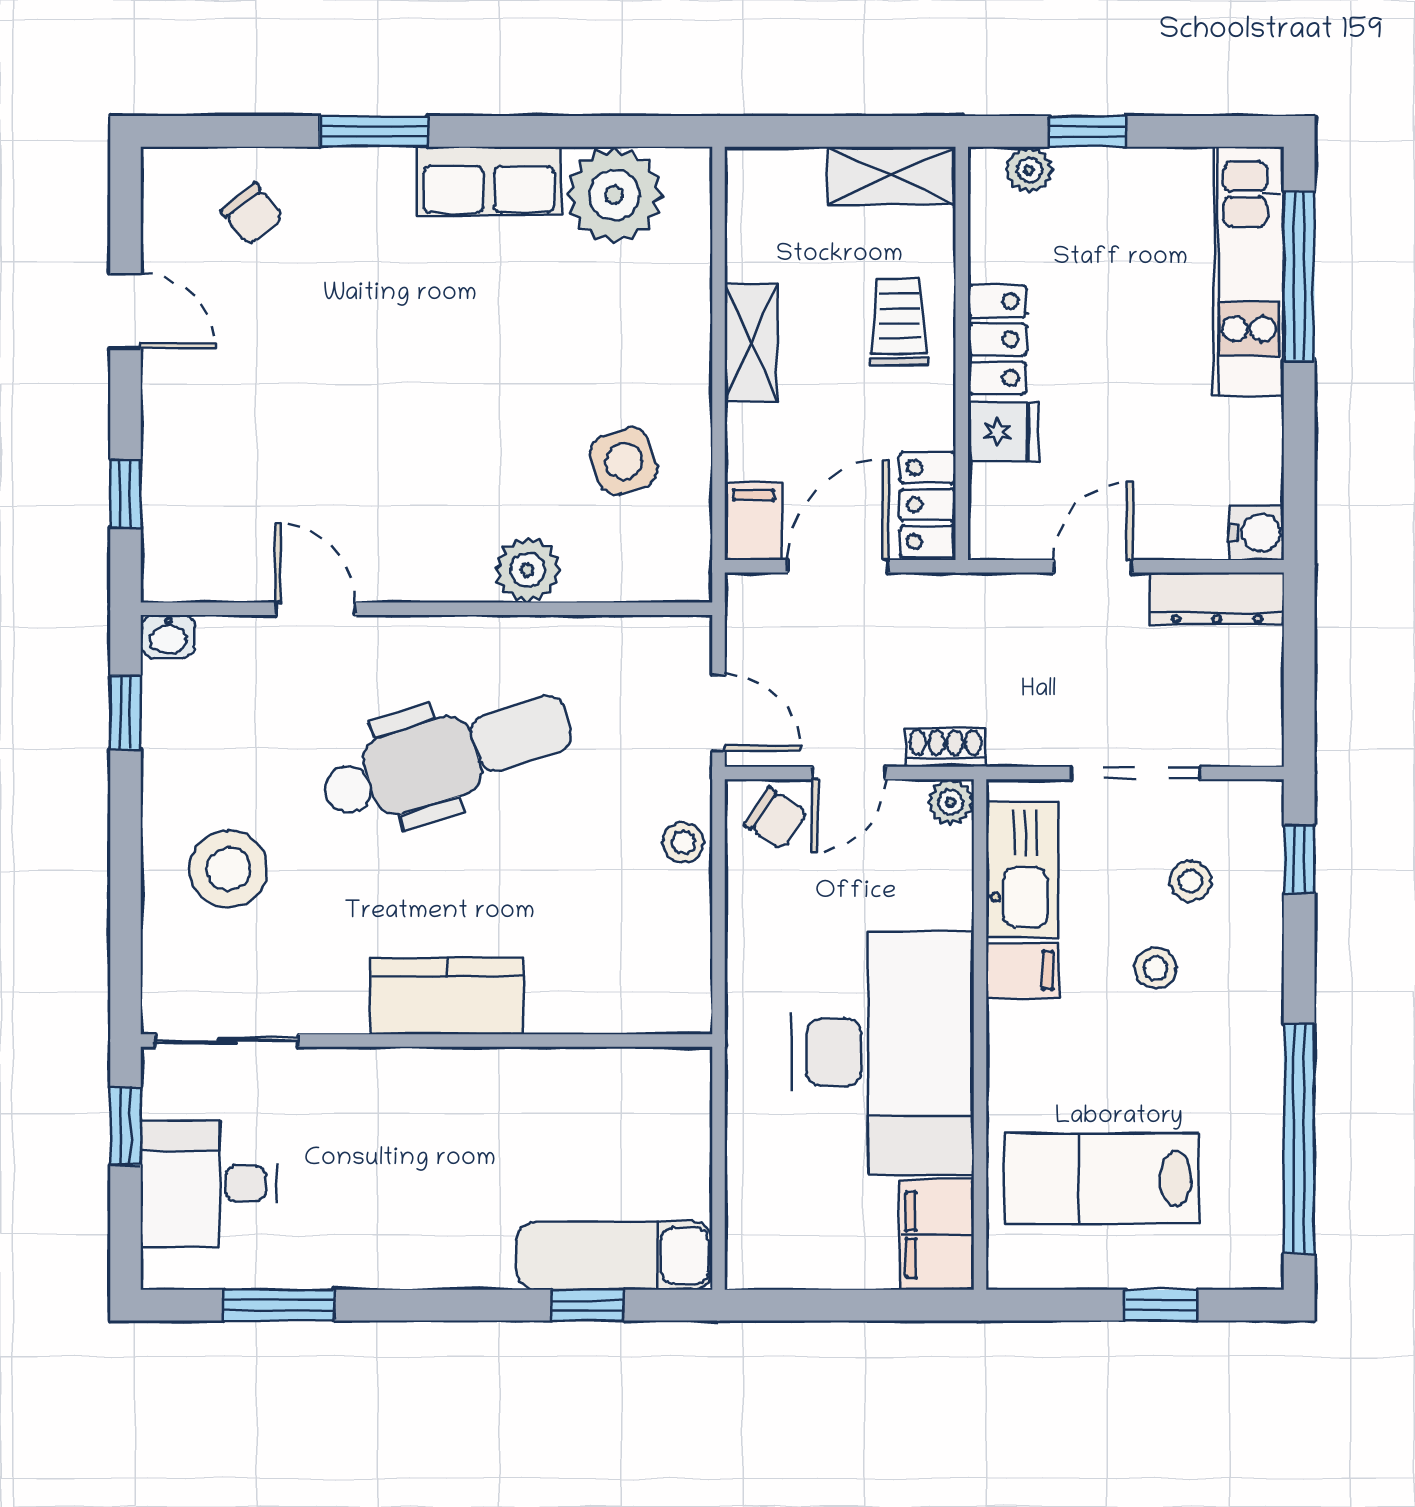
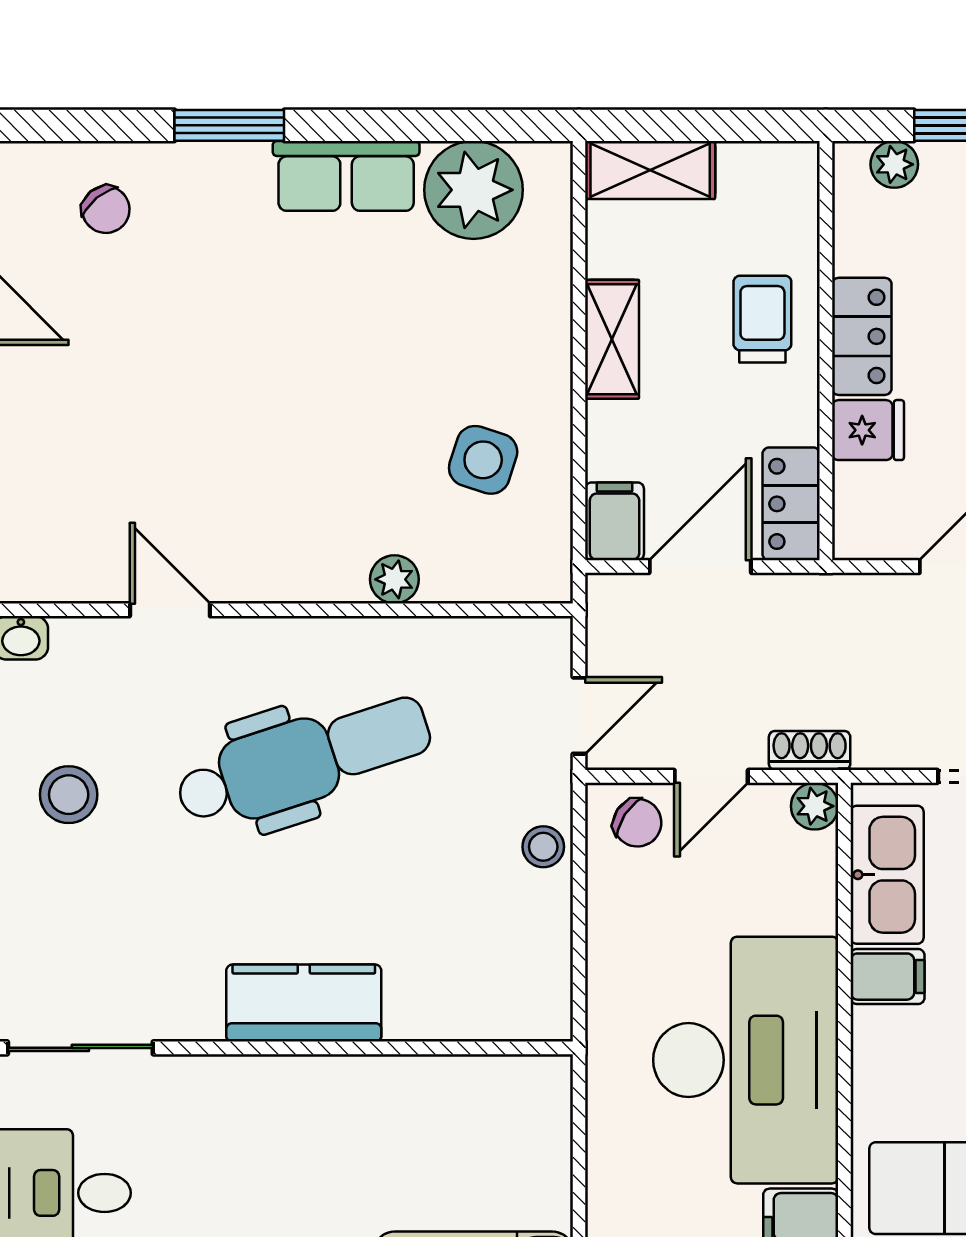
shelving: (892, 175) -> (650, 170), moved
side table: (624, 461) -> (483, 460), turned 36
plant: (528, 570) -> (394, 579), width x0.73, depth x0.73
door: (718, 713) -> (579, 716), hinge flipped
stool: (228, 869) -> (69, 795), moved, width x0.73, depth x0.73

